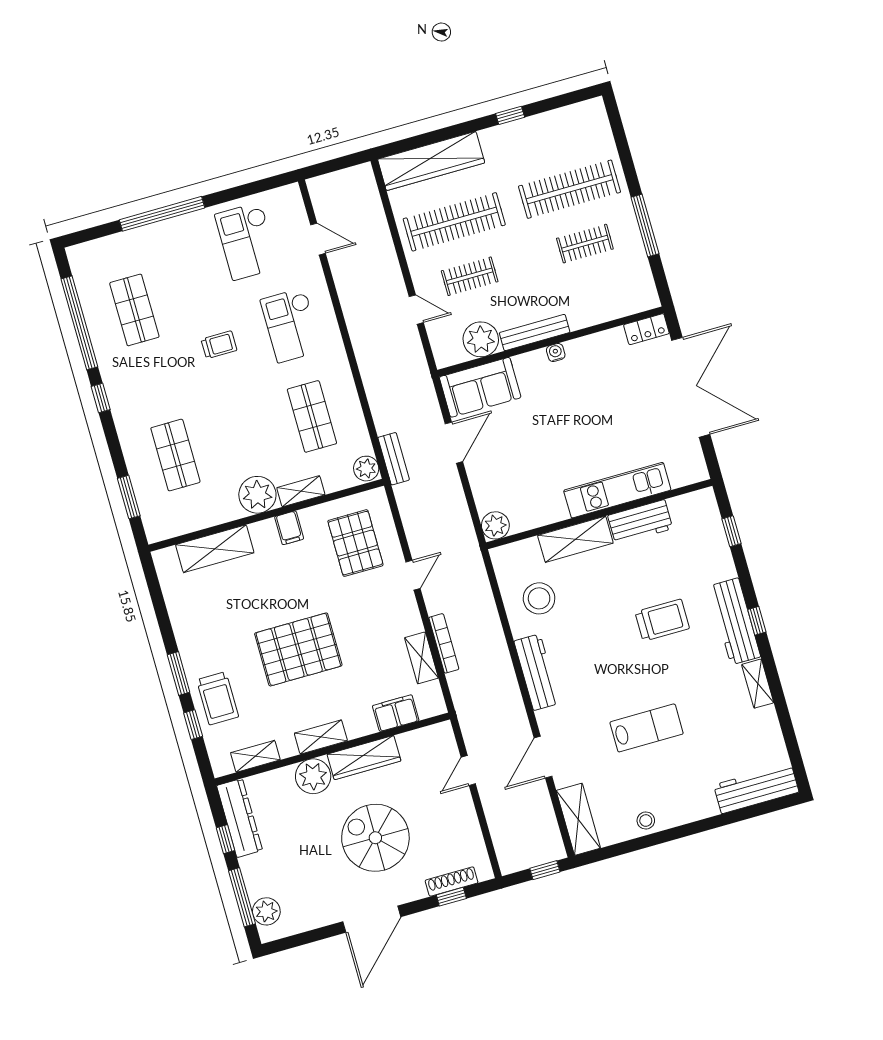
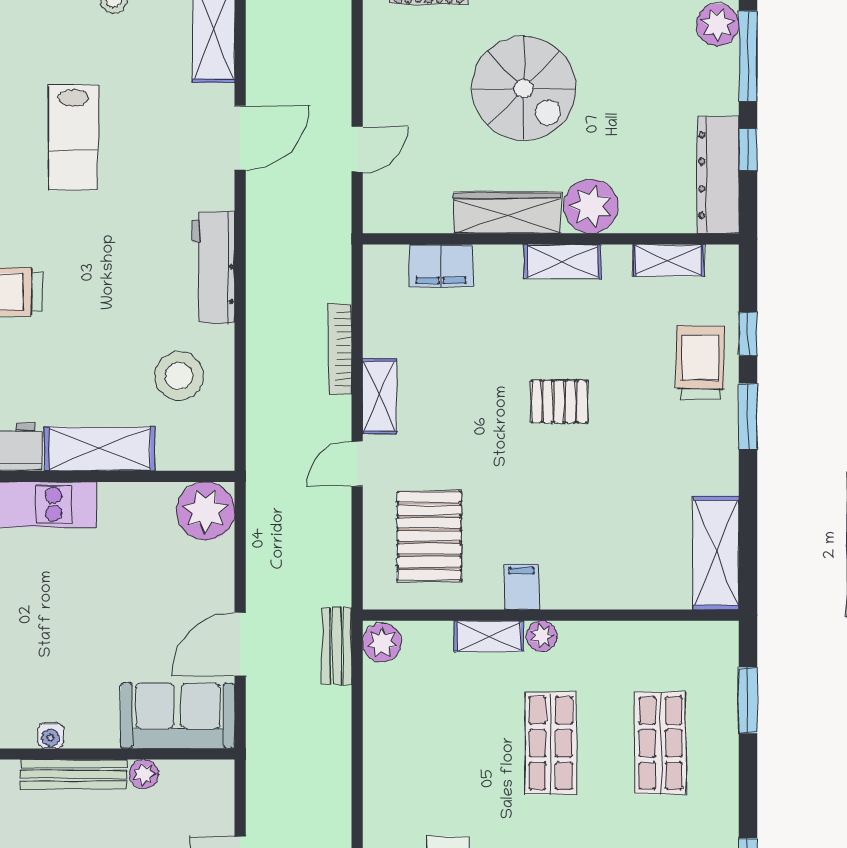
plant: (481, 339) -> (144, 774), width x0.53, depth x0.53
shop shelf: (312, 416) -> (551, 743), moved
plant: (257, 495) -> (542, 636), width x0.53, depth x0.53
plant: (495, 525) -> (206, 511), width x1.36, depth x1.36
shelving: (215, 549) -> (716, 553), moved, turned 90
pallet: (298, 649) -> (559, 402), width x0.49, depth x0.50
shelving: (421, 658) -> (379, 396), moved
lab bench: (647, 728) -> (73, 138), turned -90

